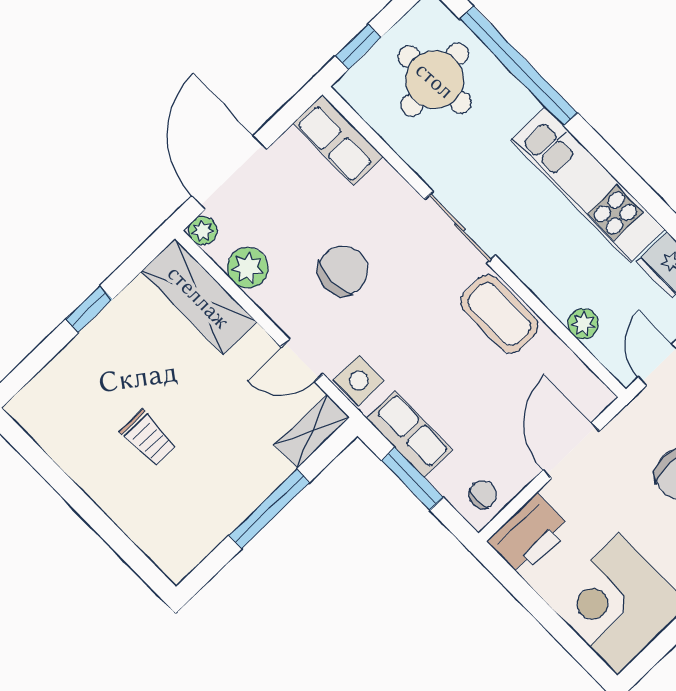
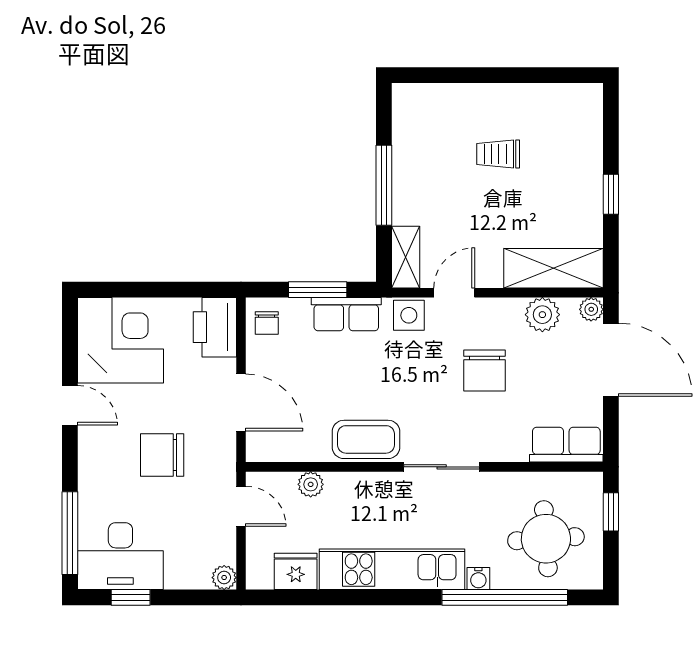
water cooler: (524, 104) -> (478, 578), added

